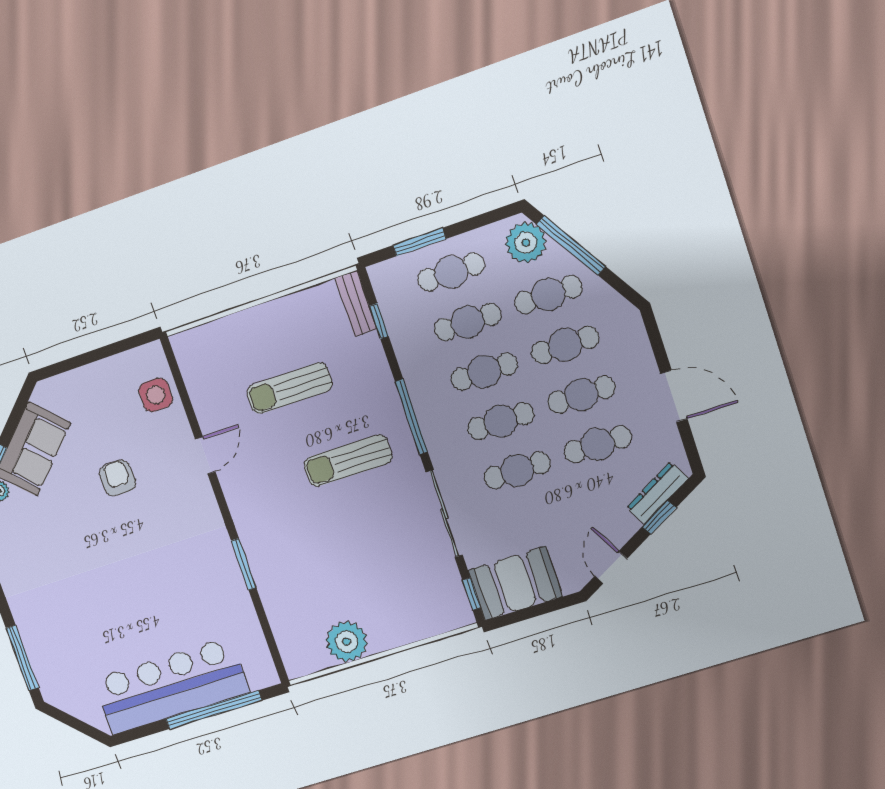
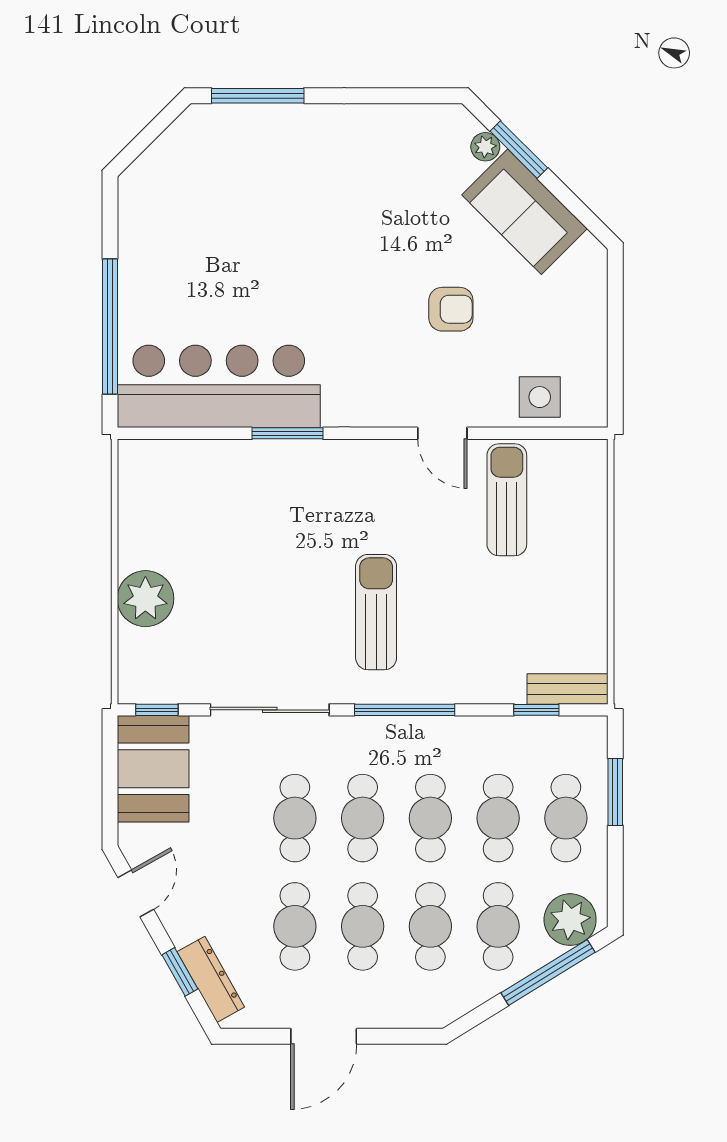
sun lounger: (289, 388) -> (507, 500), moved
door: (611, 567) -> (136, 893), hinge flipped
plant: (347, 642) -> (145, 599), moved
bar counter: (171, 686) -> (219, 386), moved, turned -90

